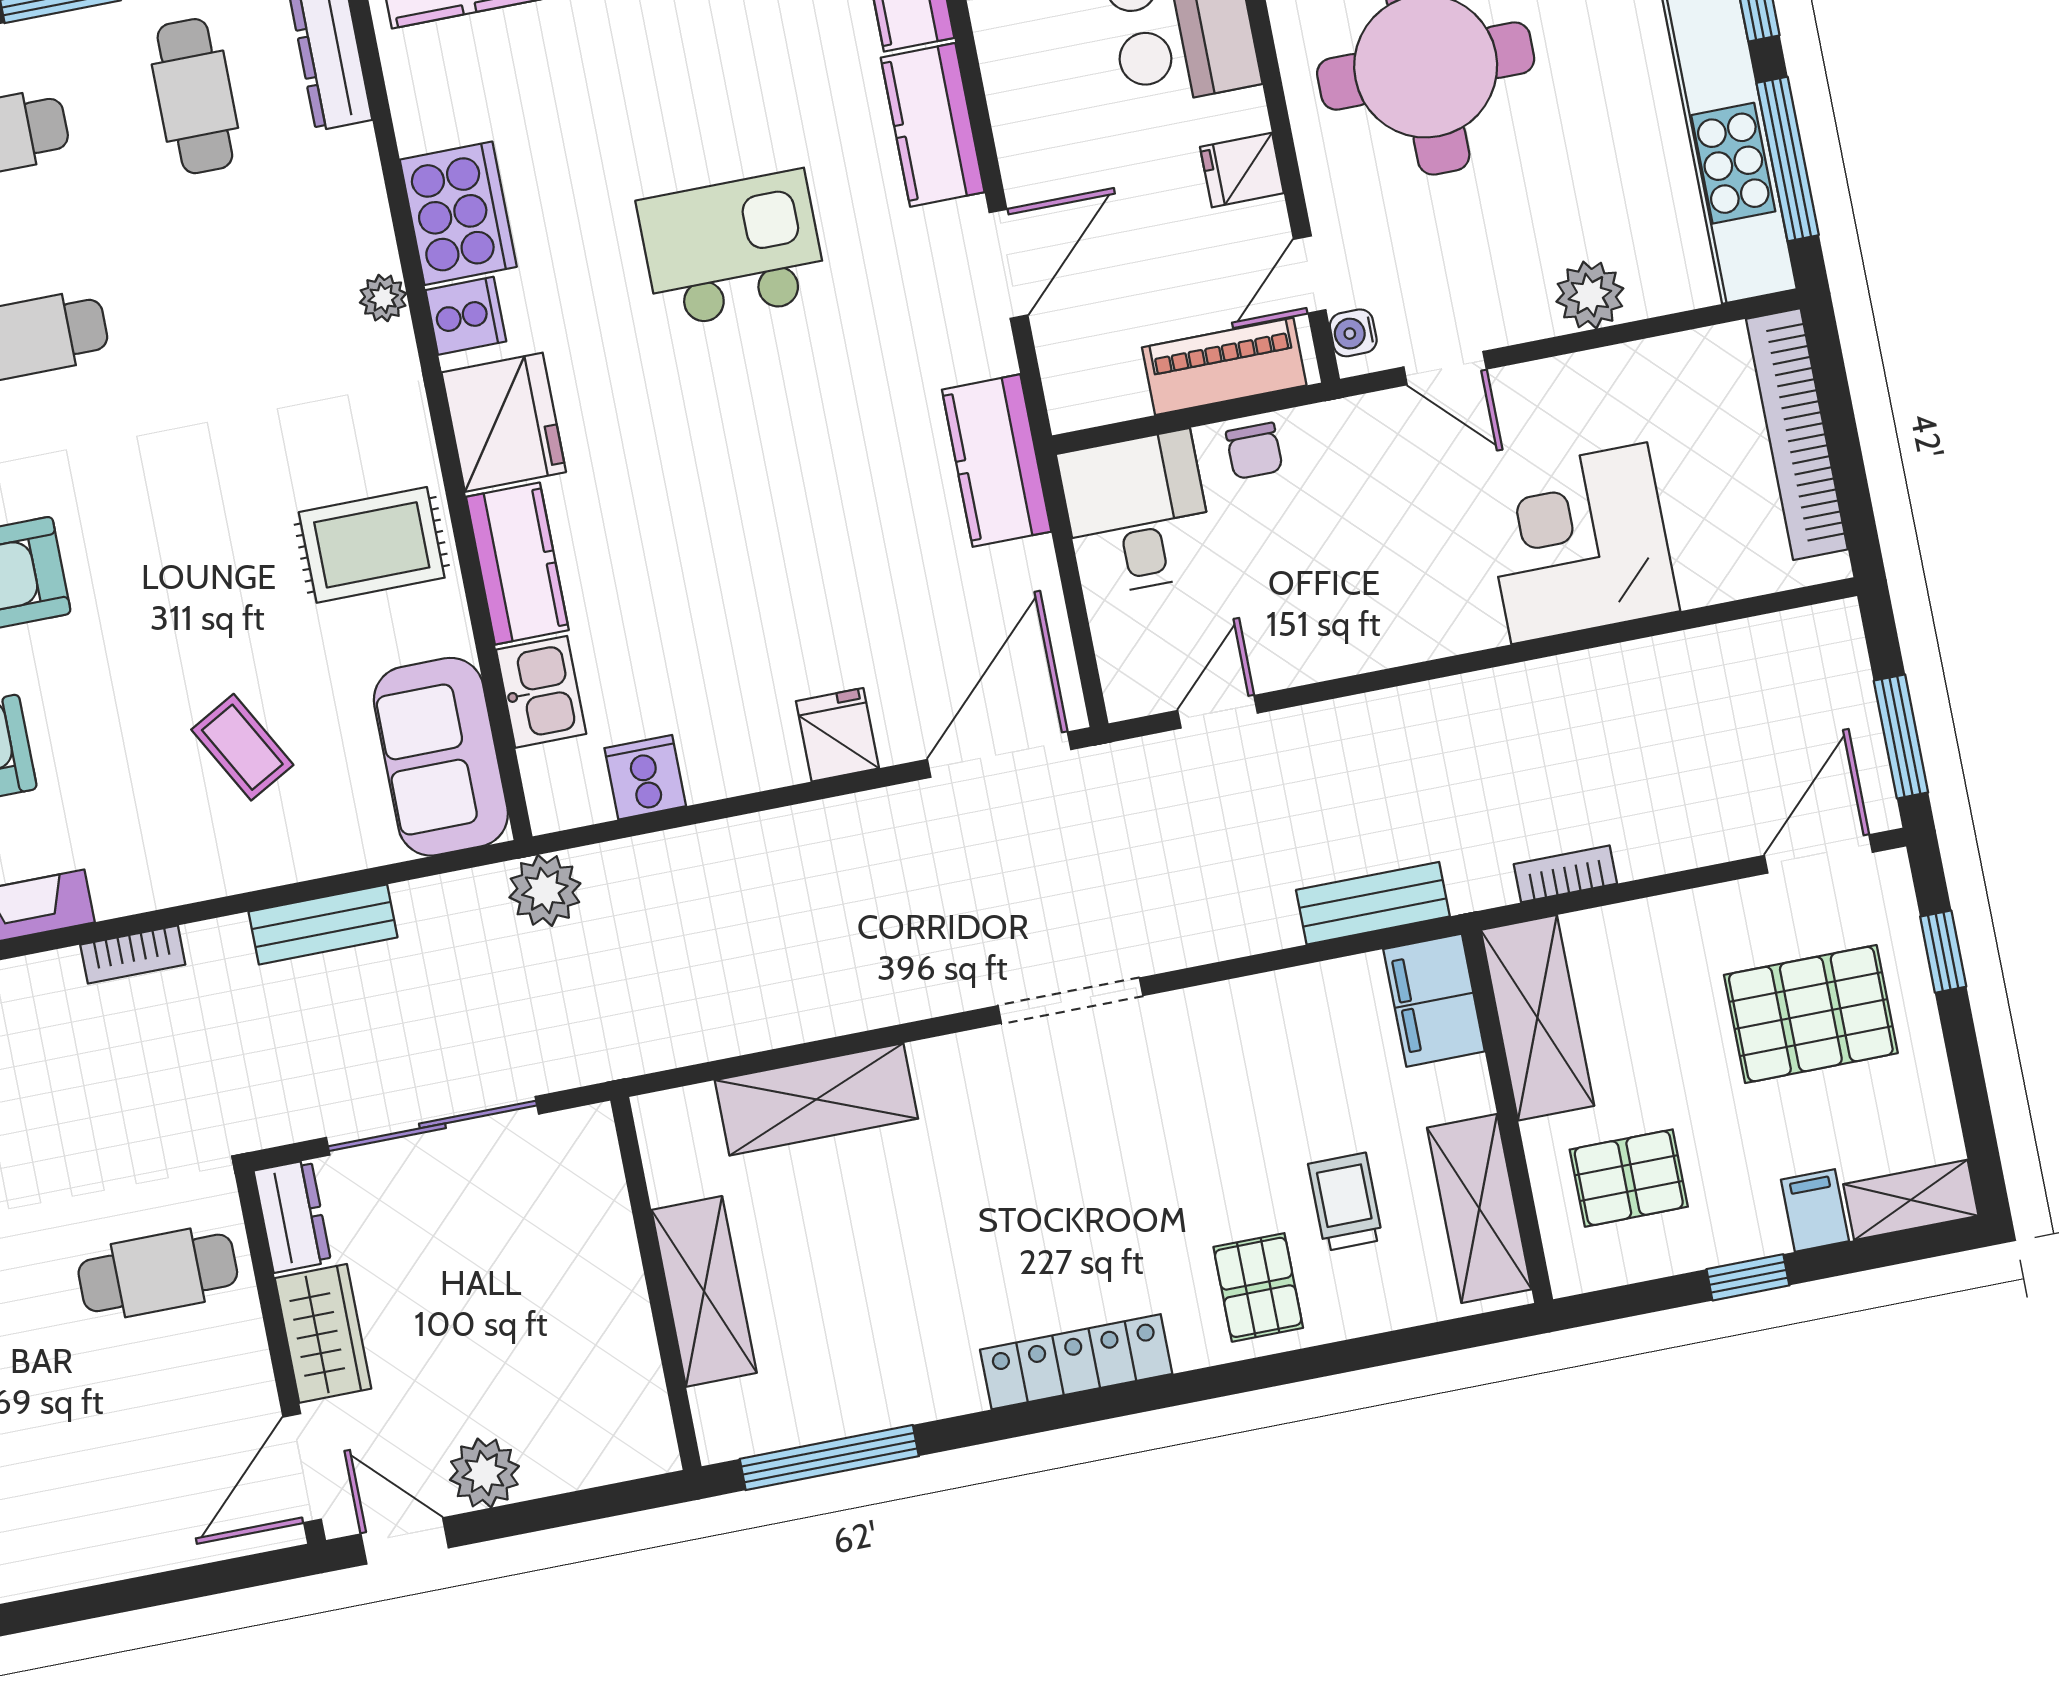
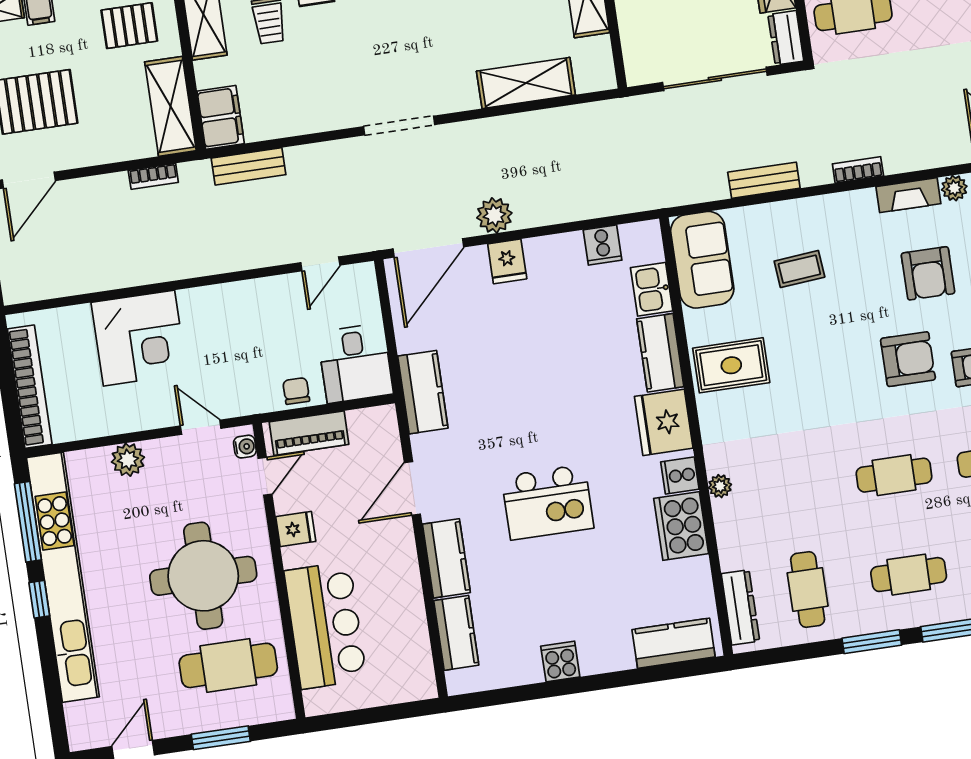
coffee table: (242, 747) -> (799, 269), turned -66
plant: (545, 890) -> (494, 215), moved

